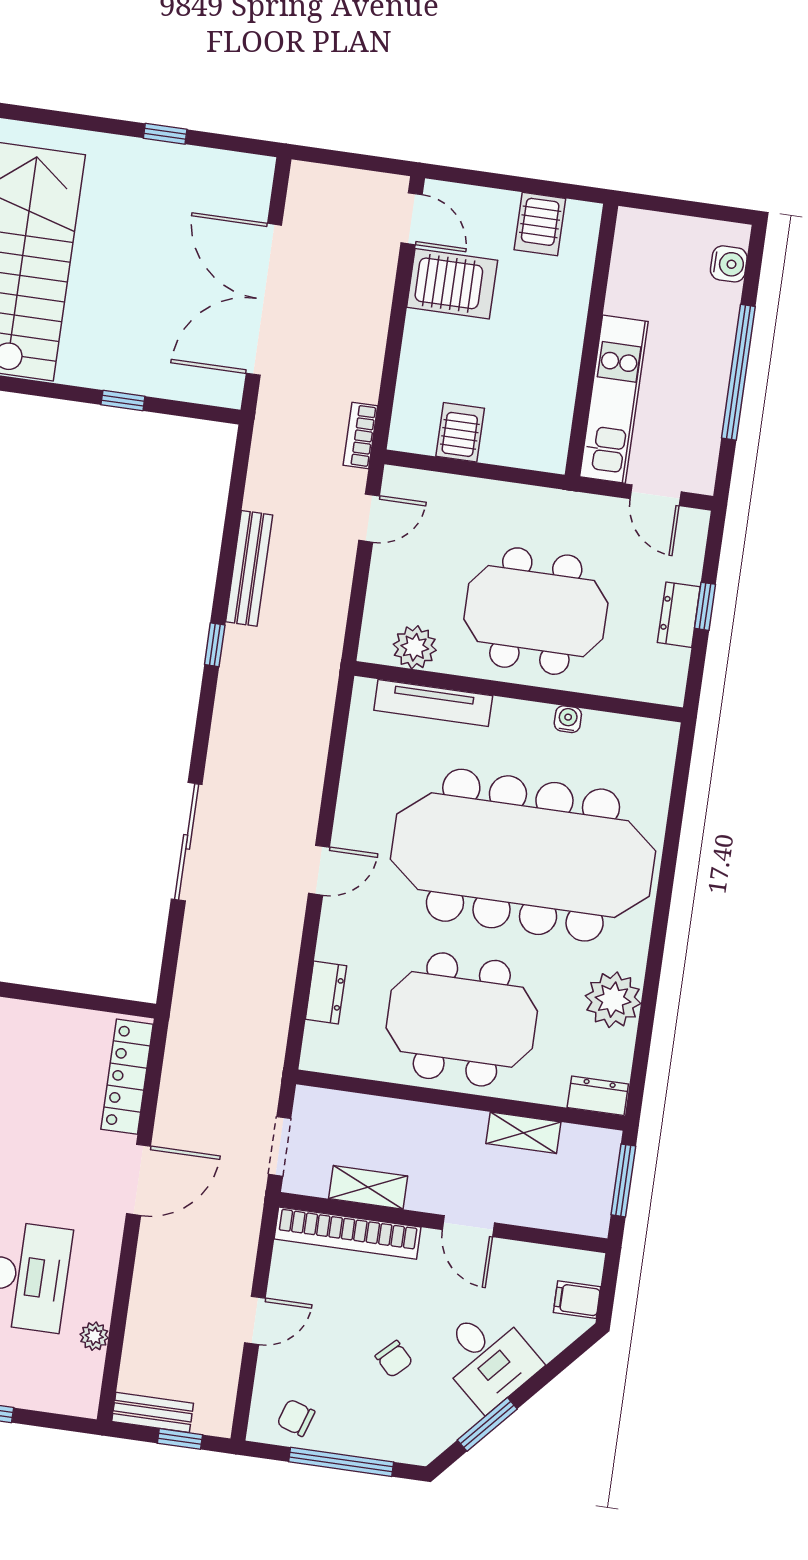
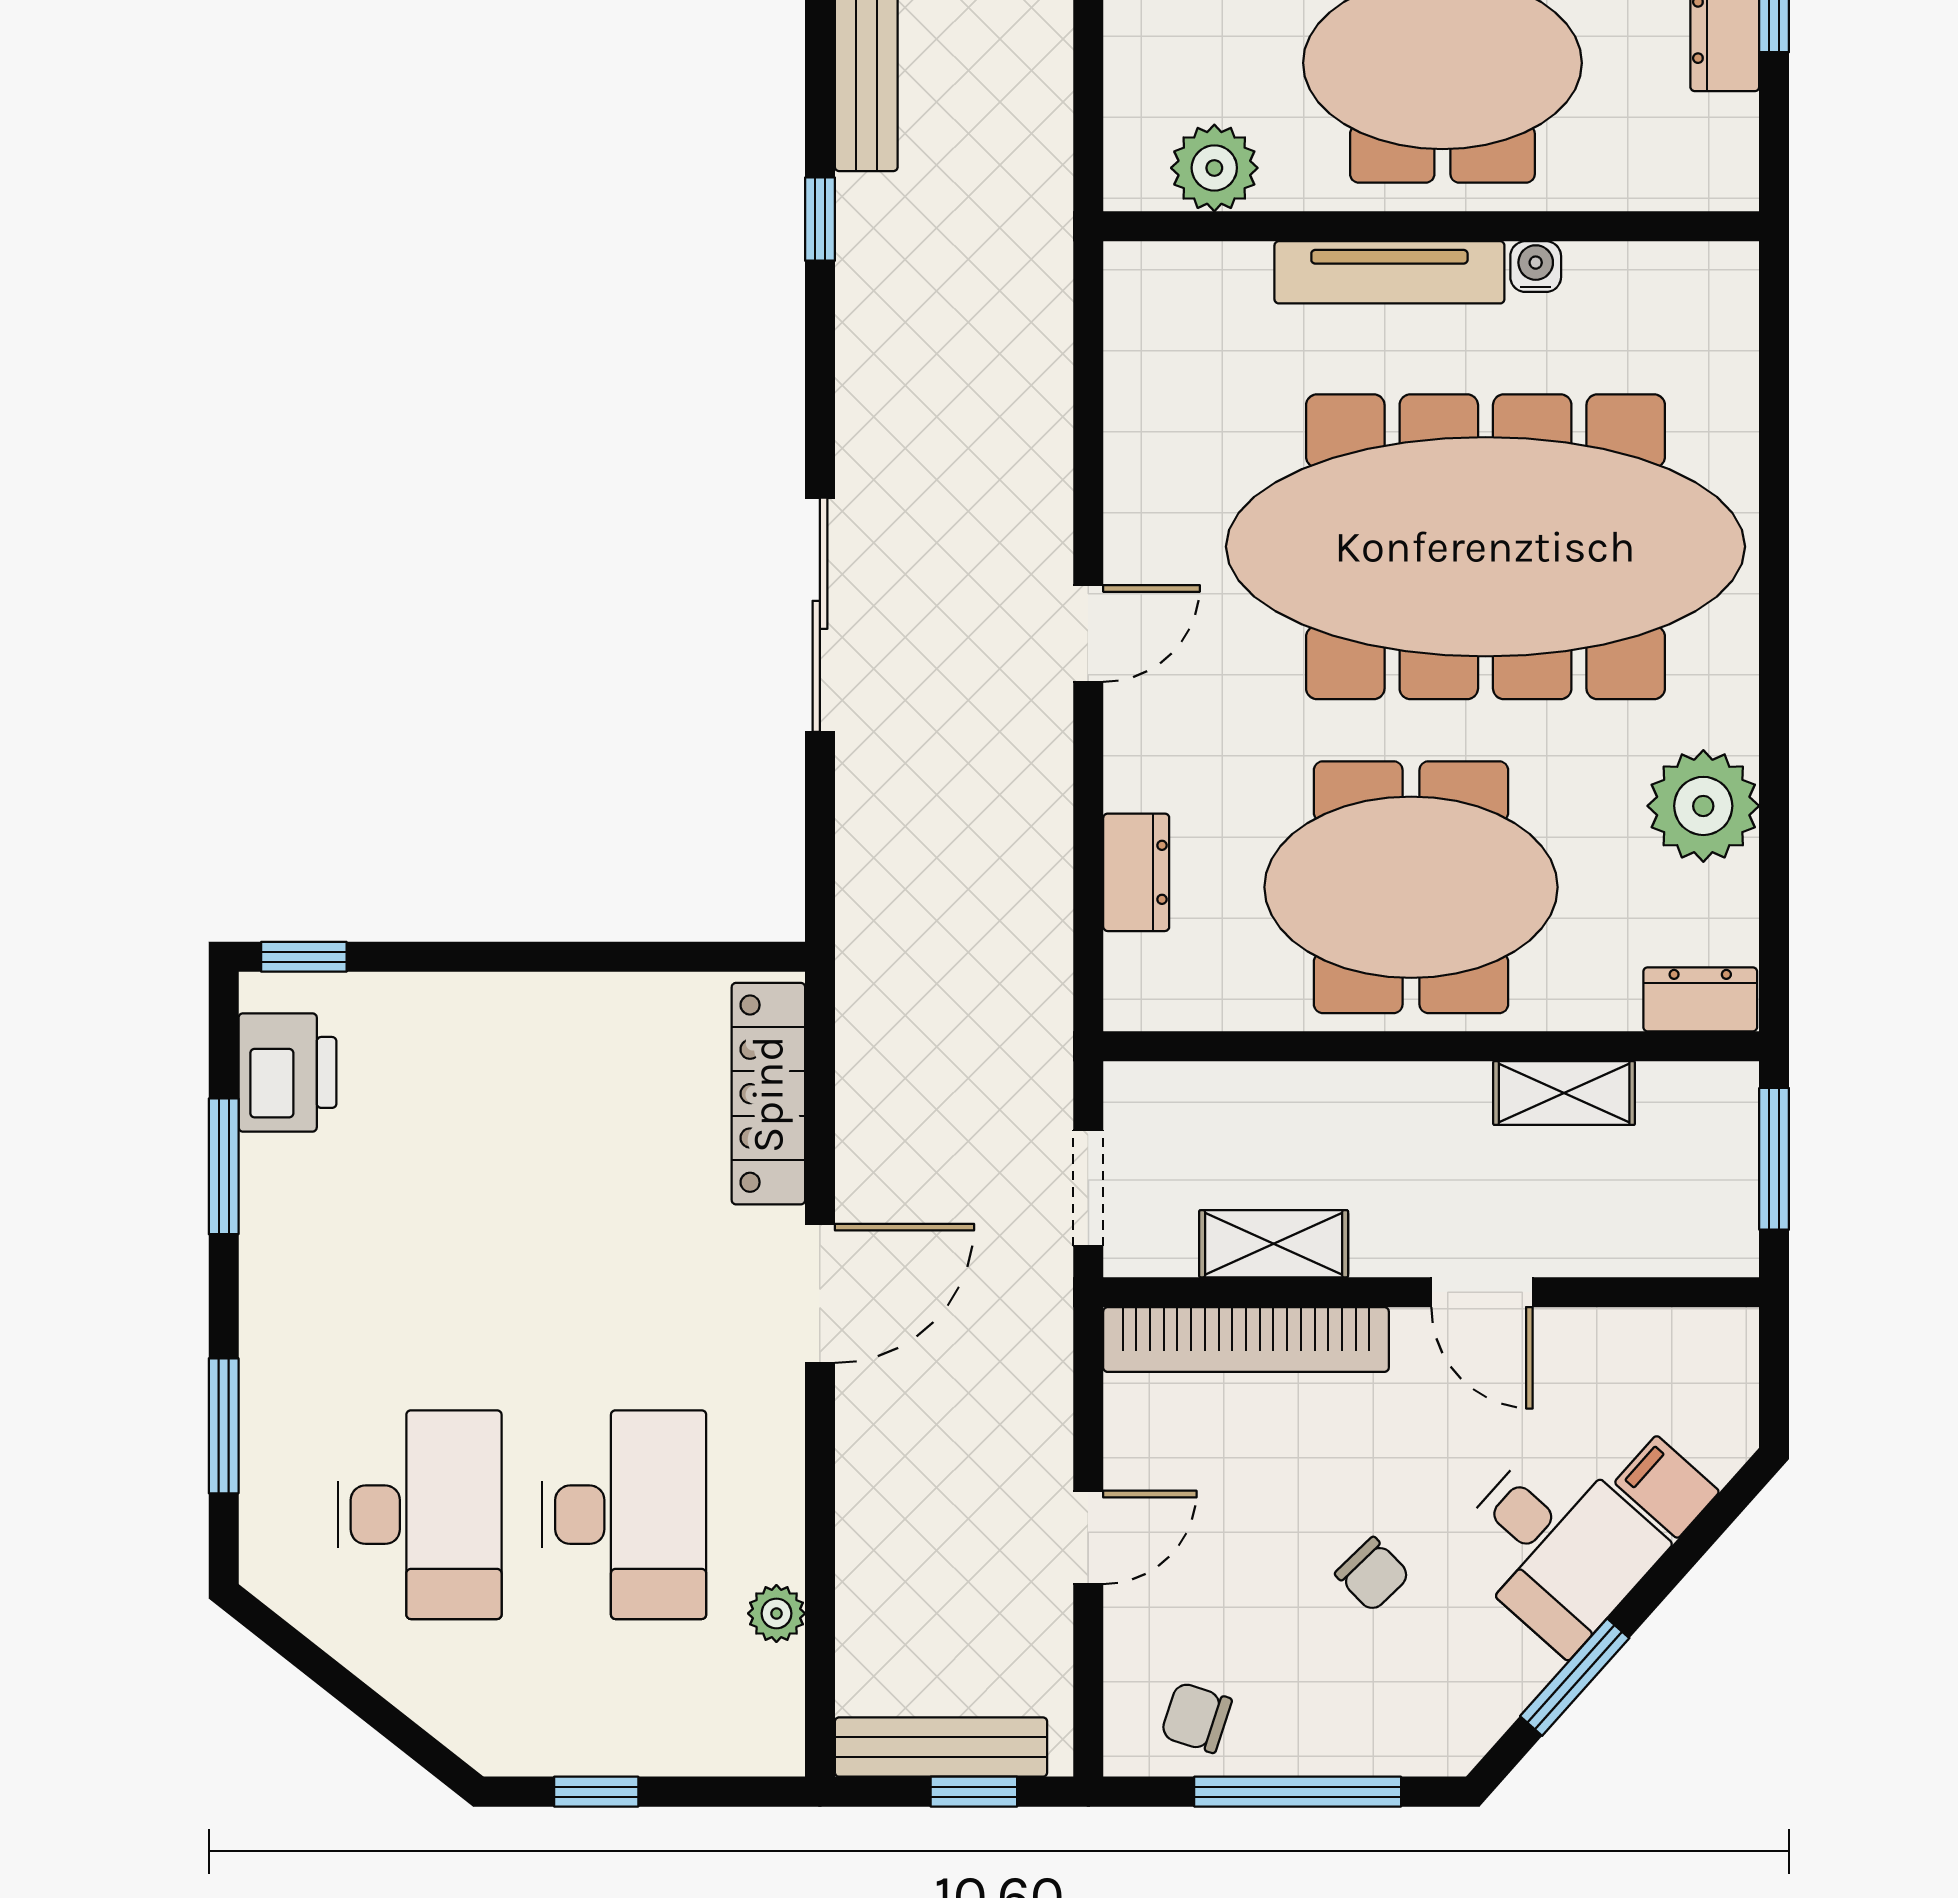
tv unit: (433, 703) -> (1389, 272), moved
filing cabinet: (577, 1300) -> (1667, 1487), moved, turned 42
bench: (153, 1412) -> (941, 1747), width x1.36

